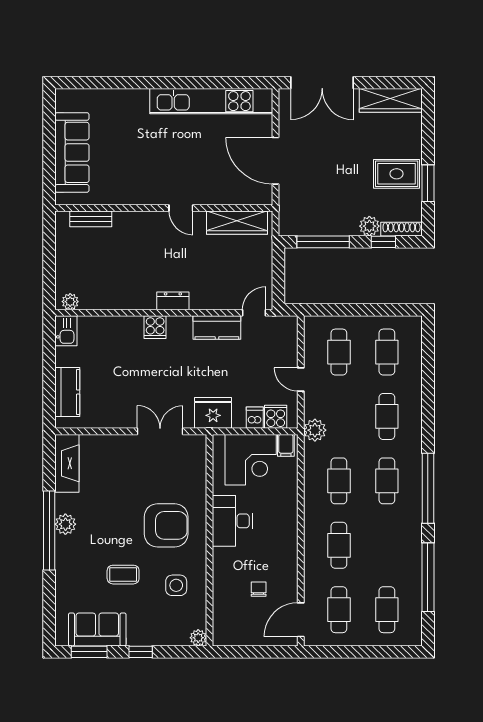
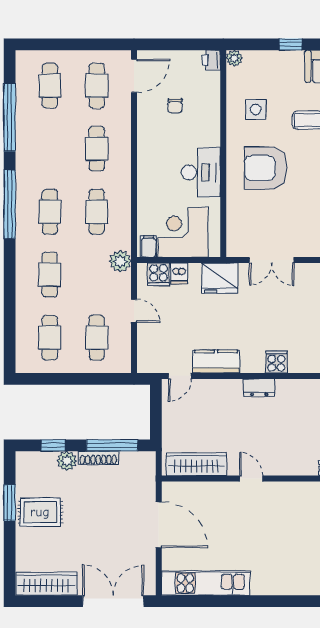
kitchen unit: (211, 101) -> (206, 583), width x0.73
shoe rack: (402, 229) -> (98, 458), moved
printer: (222, 636) -> (211, 60), added

